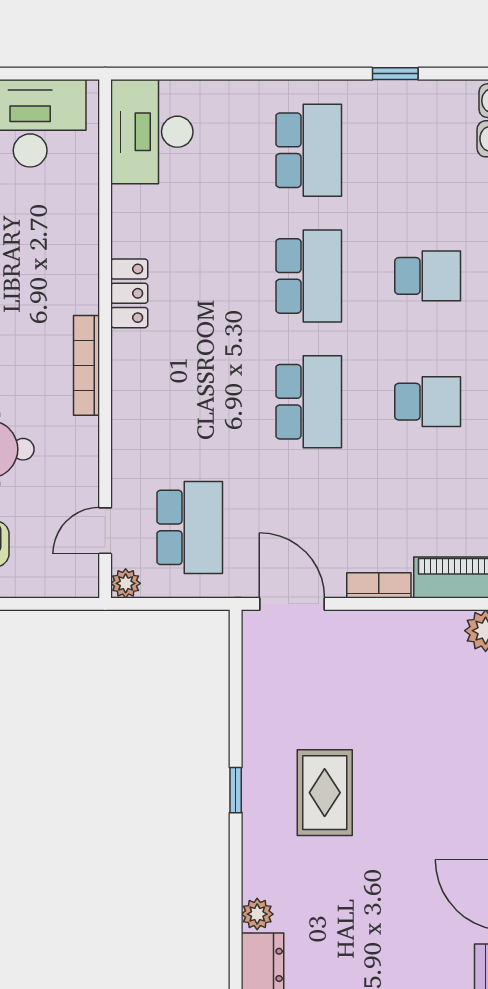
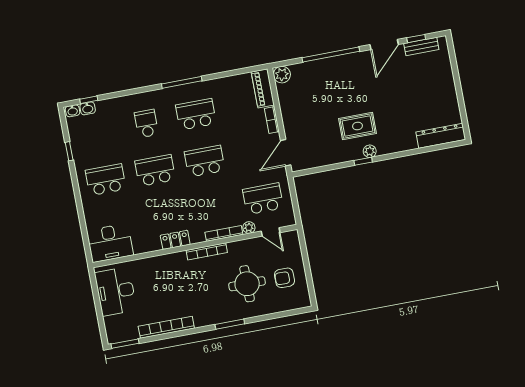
school desk: (428, 402) -> (196, 114), width x1.85
bookcase: (123, 416) -> (224, 233), added
plant: (126, 583) -> (249, 228), moved
plant: (257, 914) -> (370, 151), moved

